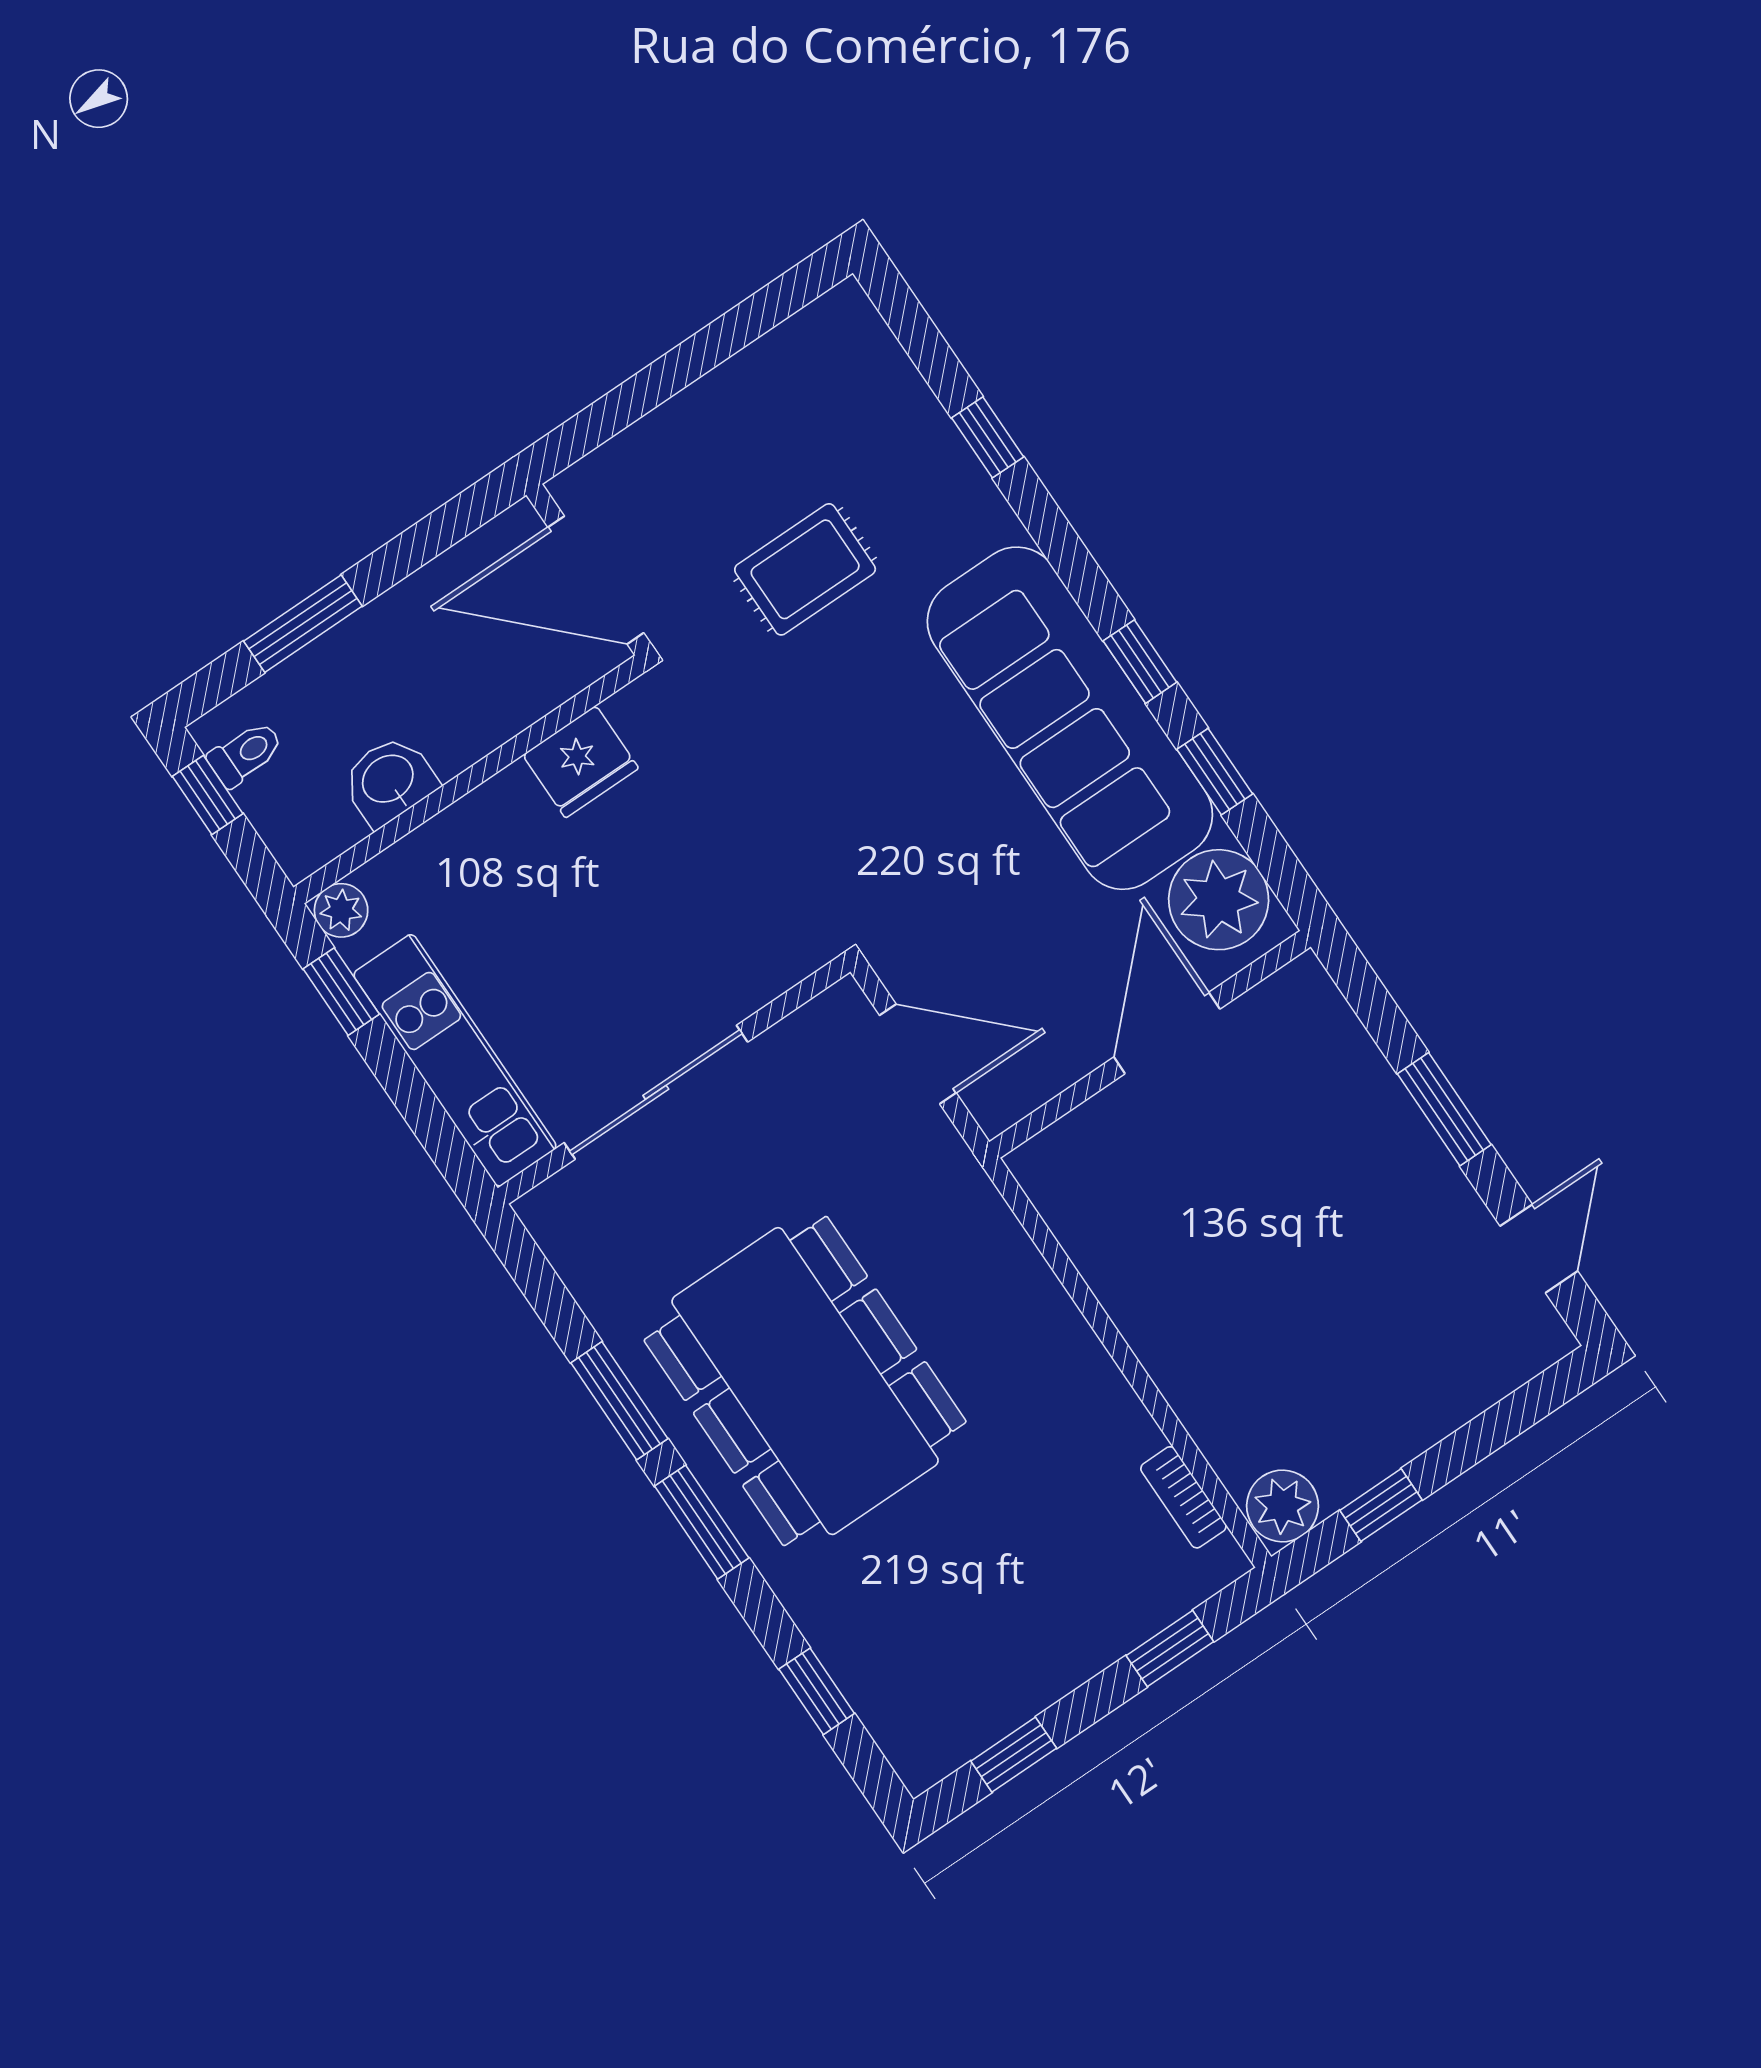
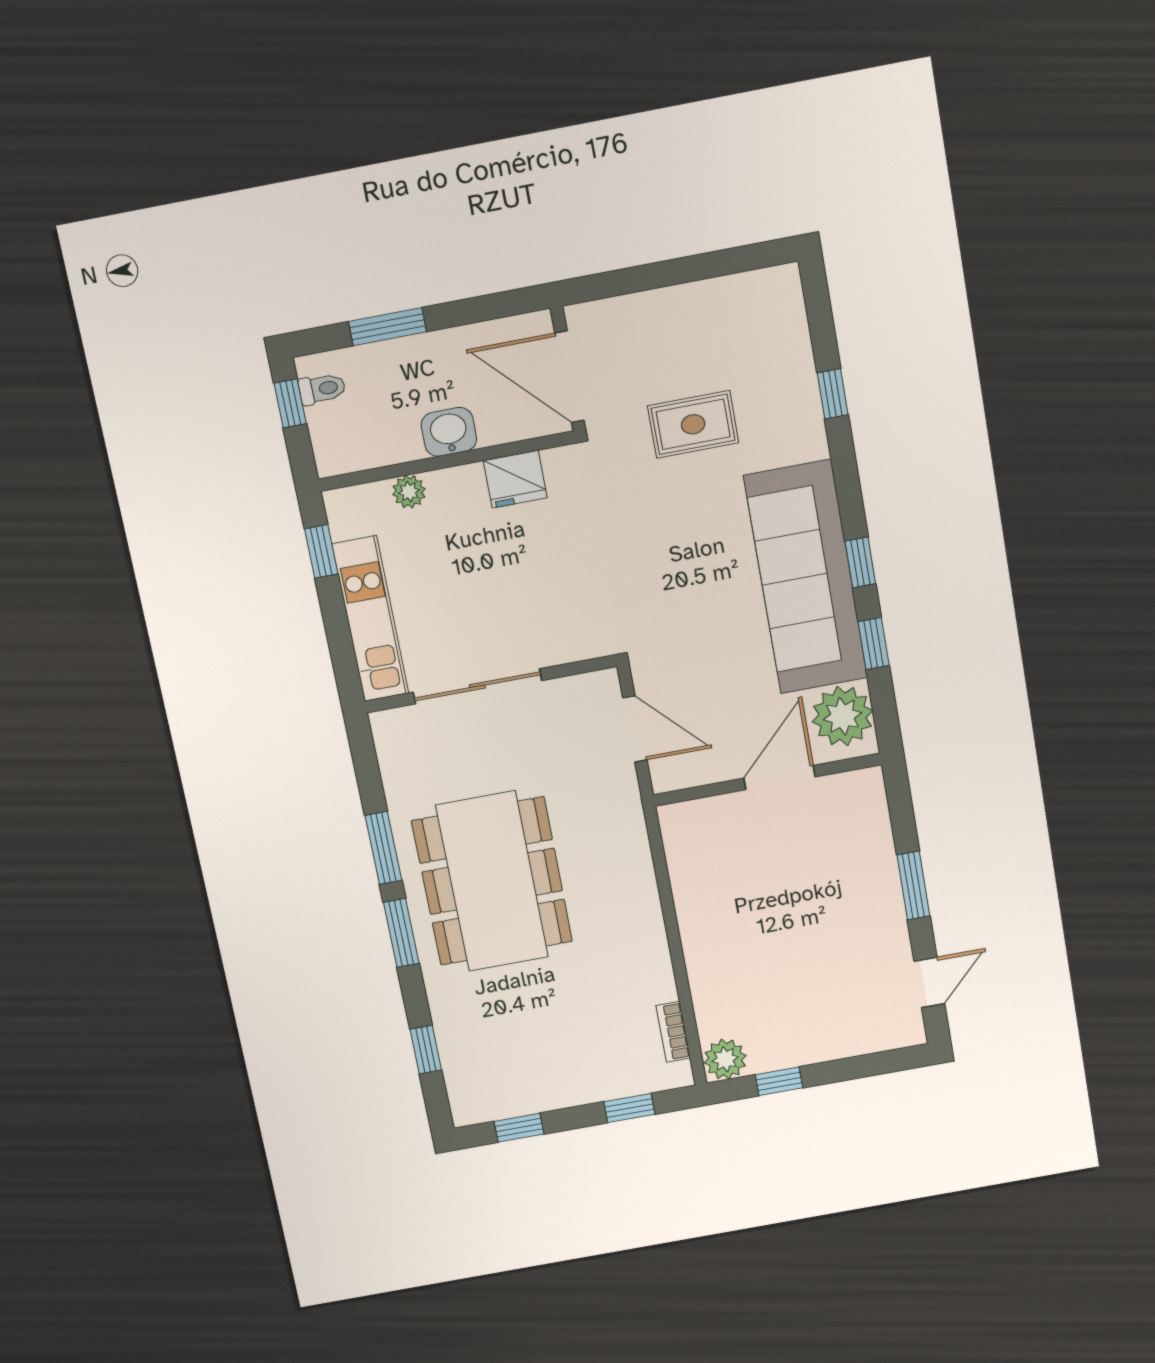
washbasin: (389, 780) -> (449, 432), moved
plant: (341, 910) -> (409, 492), moved

